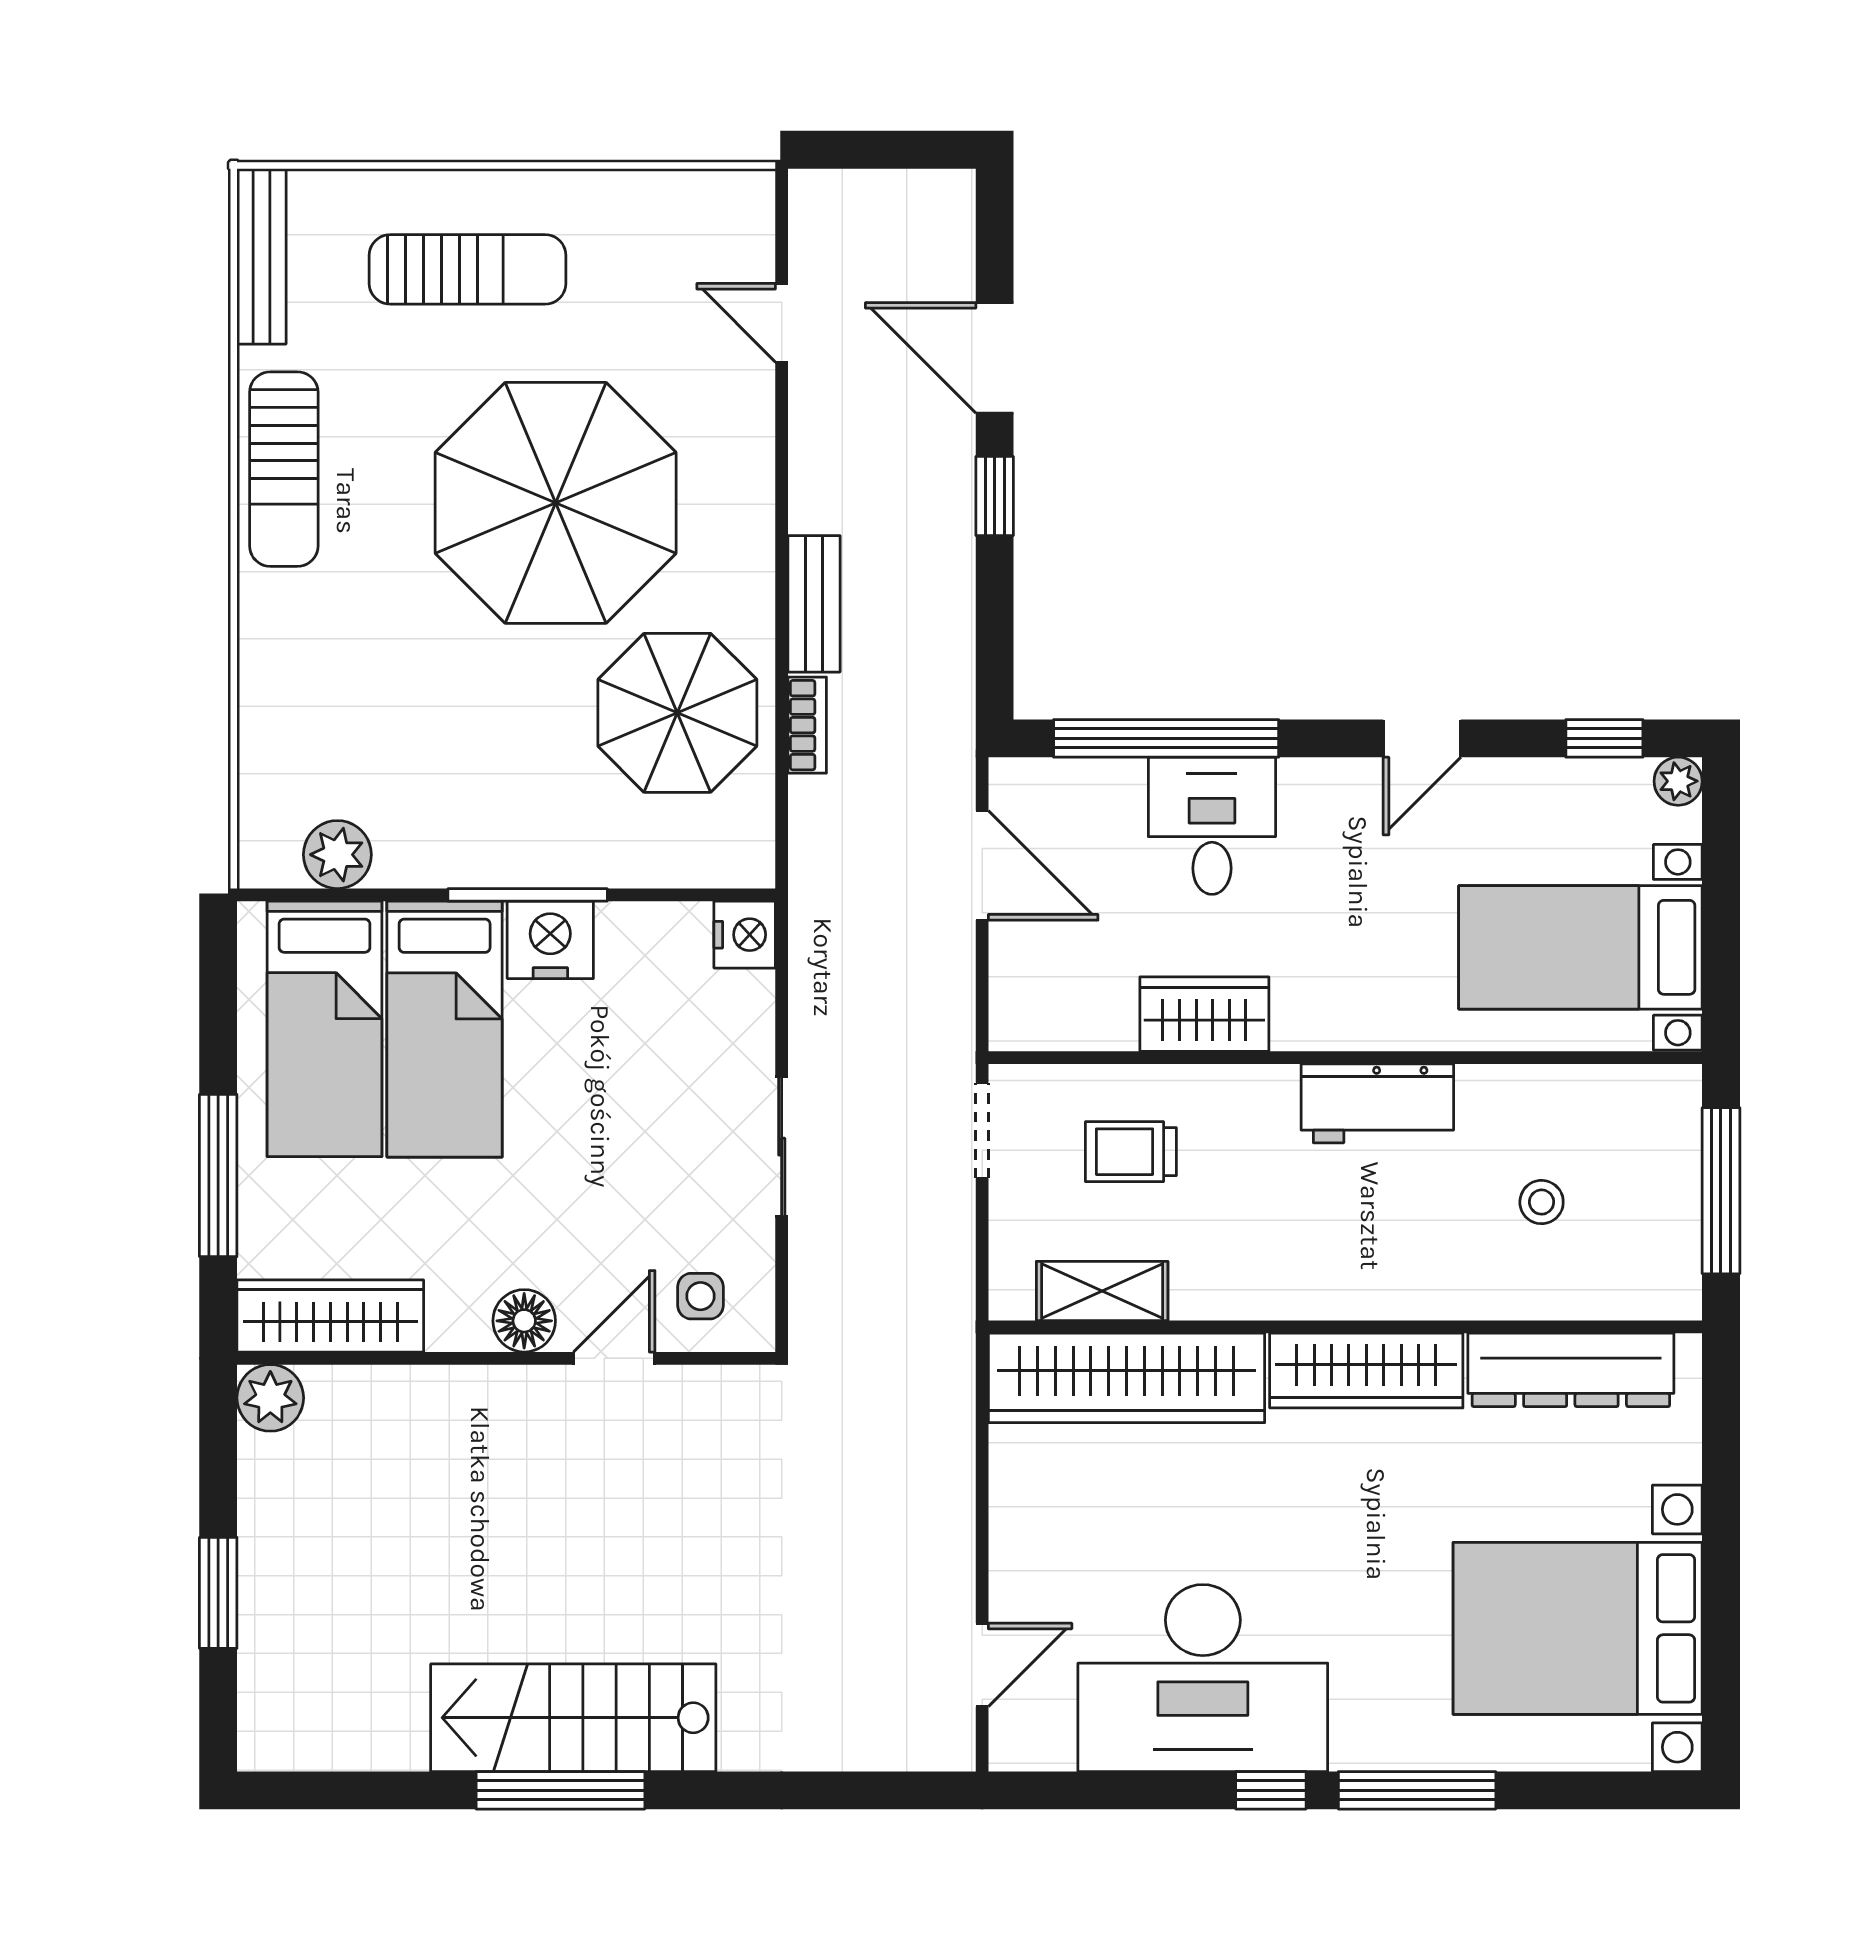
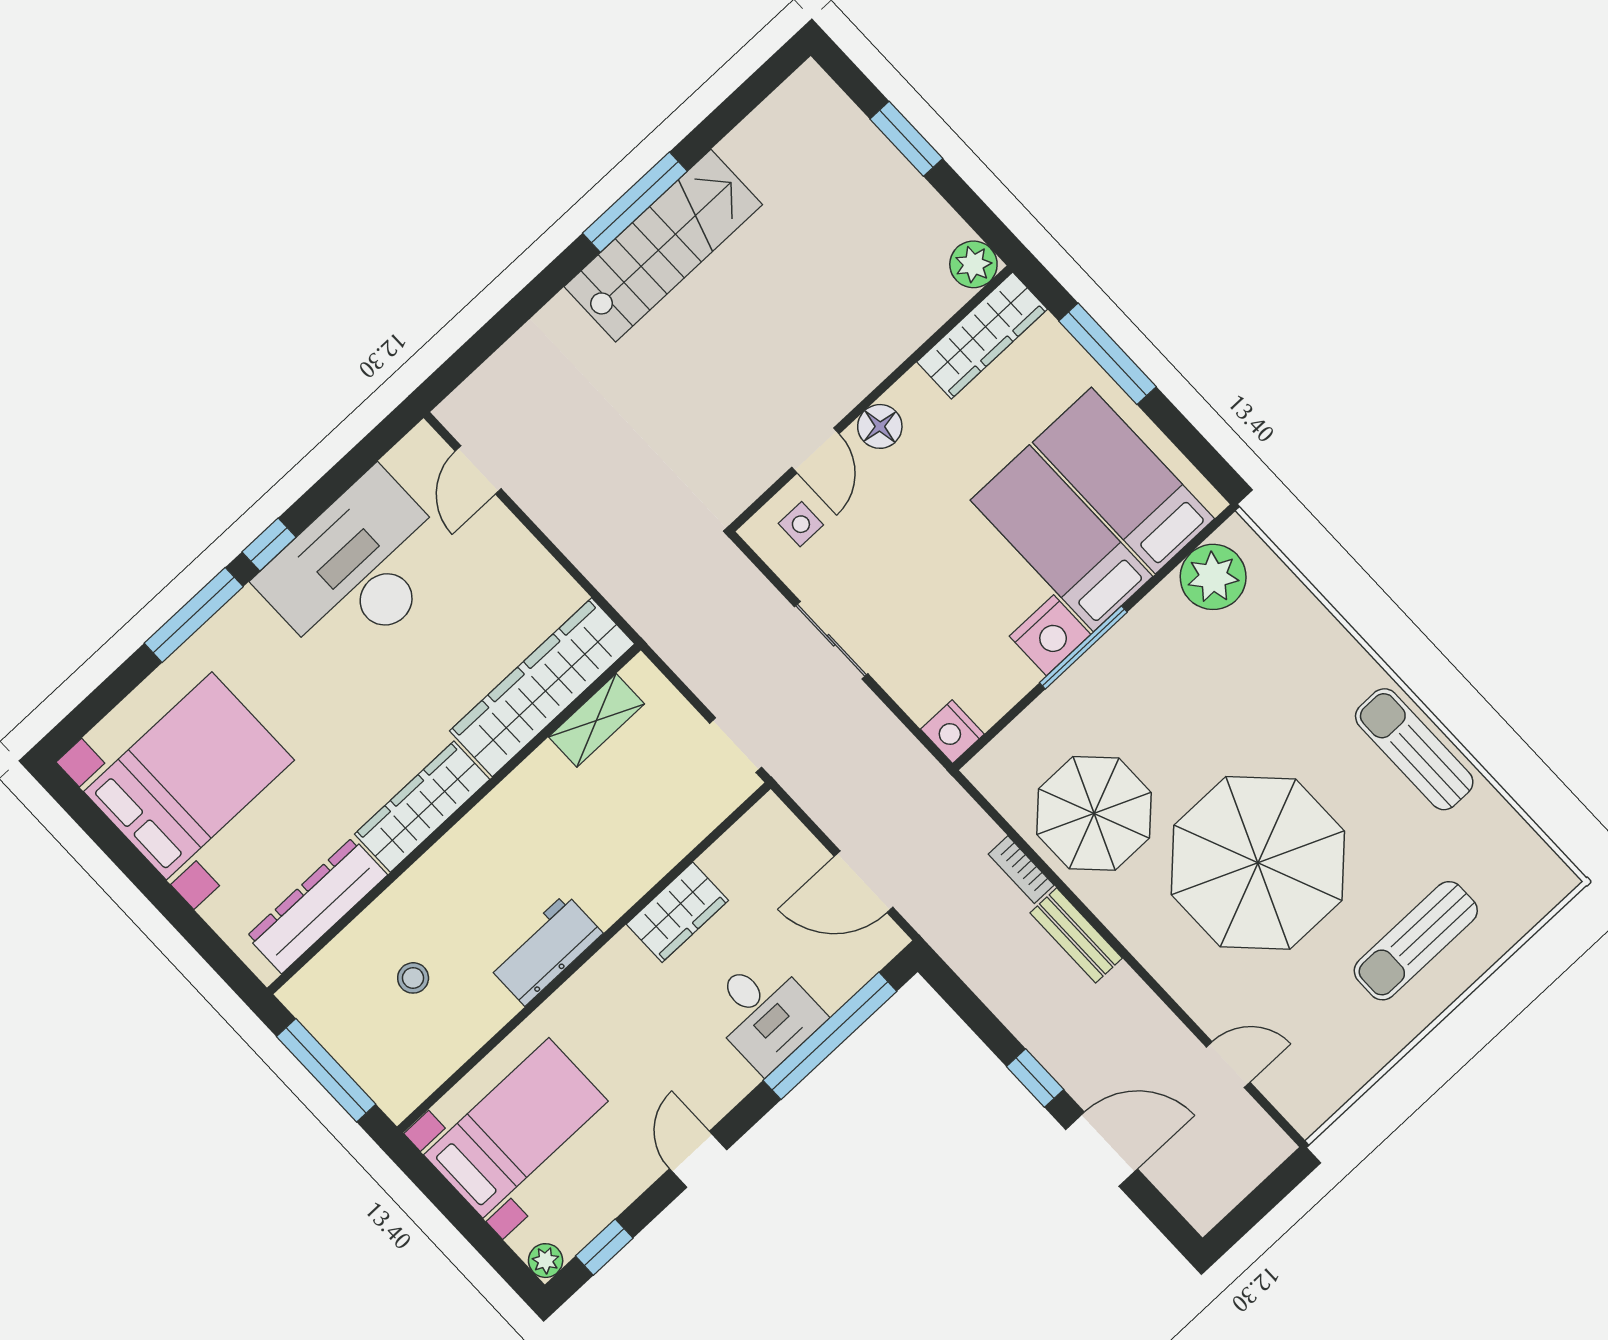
bench: (262, 256) -> (1528, 848), removed
plant: (337, 855) -> (1213, 577), width x1.36, depth x1.36
trolley: (1131, 1152) -> (649, 806), removed

